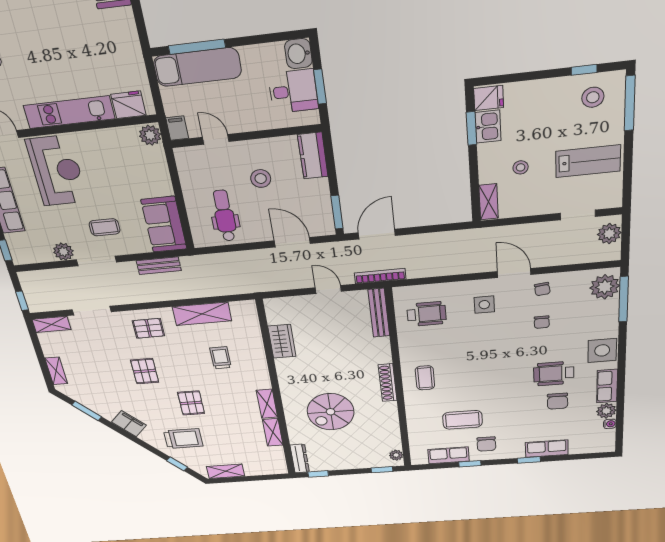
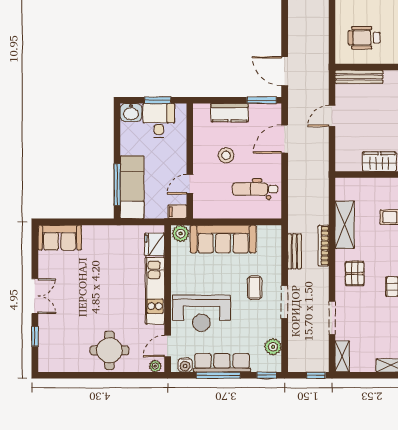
kitchen counter: (313, 156) -> (230, 113), moved
reception desk: (57, 171) -> (201, 313), turned 180
sofa: (164, 224) -> (223, 239), moved, width x1.36
plant: (63, 252) -> (273, 347), moved
bookcase: (380, 276) -> (324, 245), moved
wheelchair: (427, 314) -> (364, 38), turned -90

